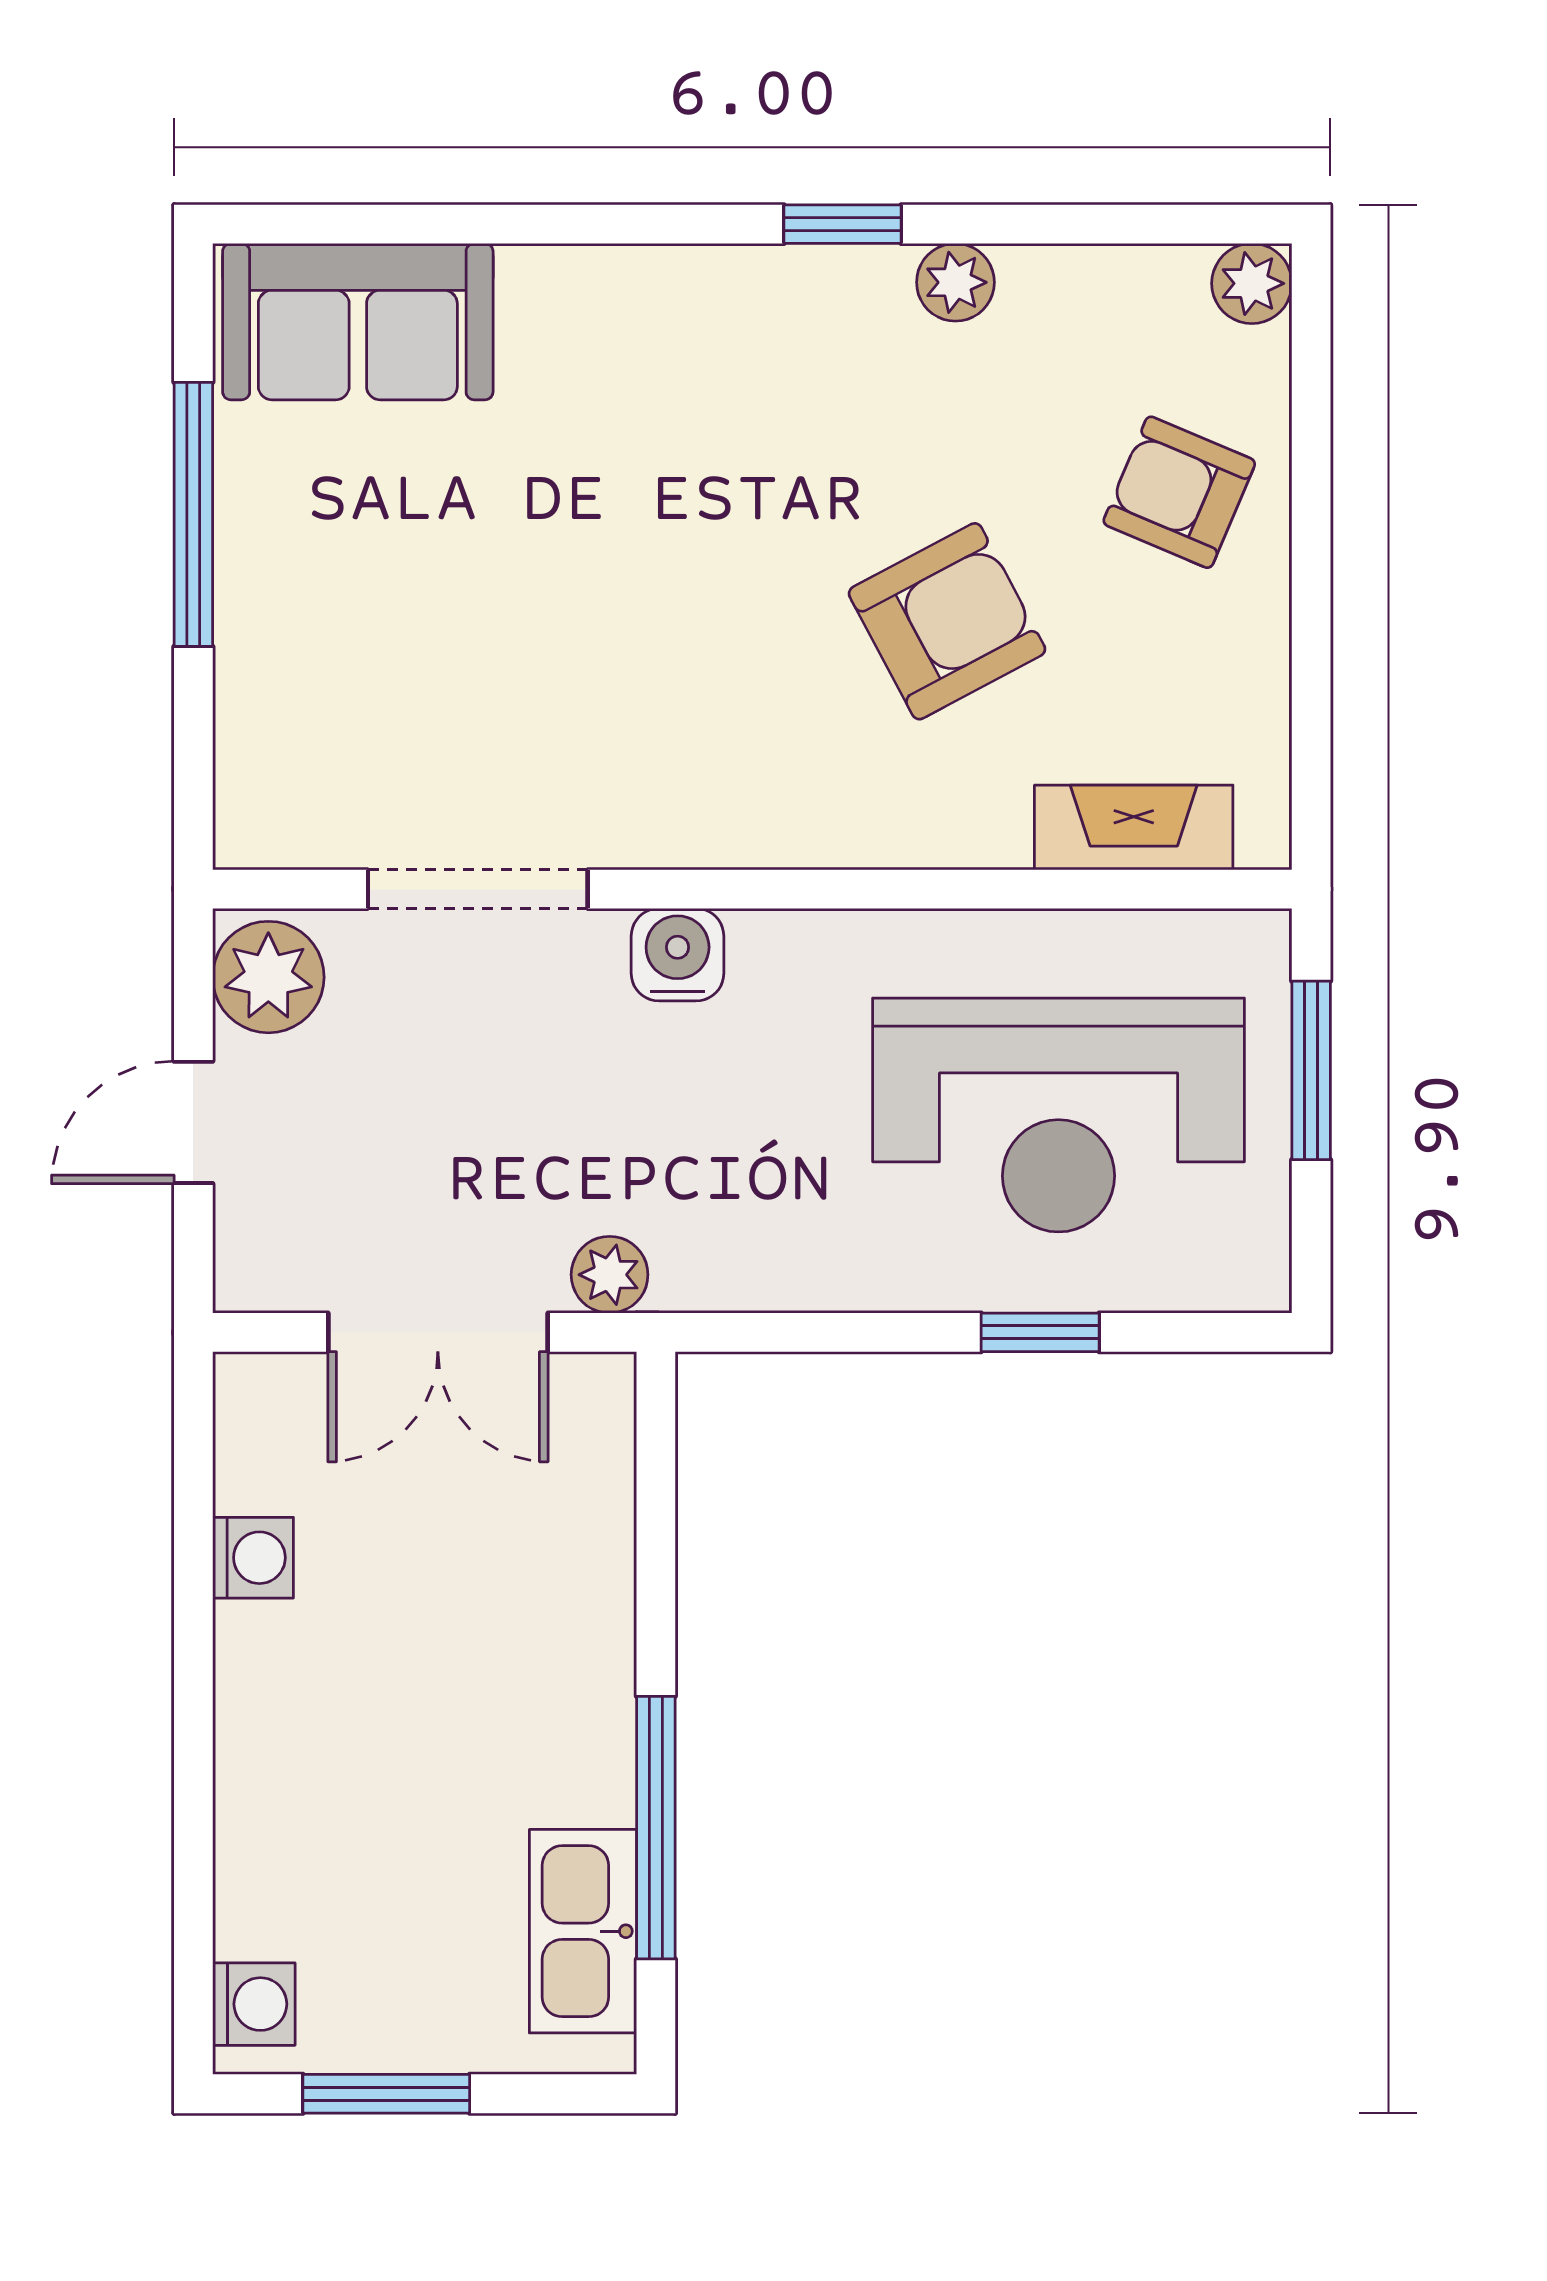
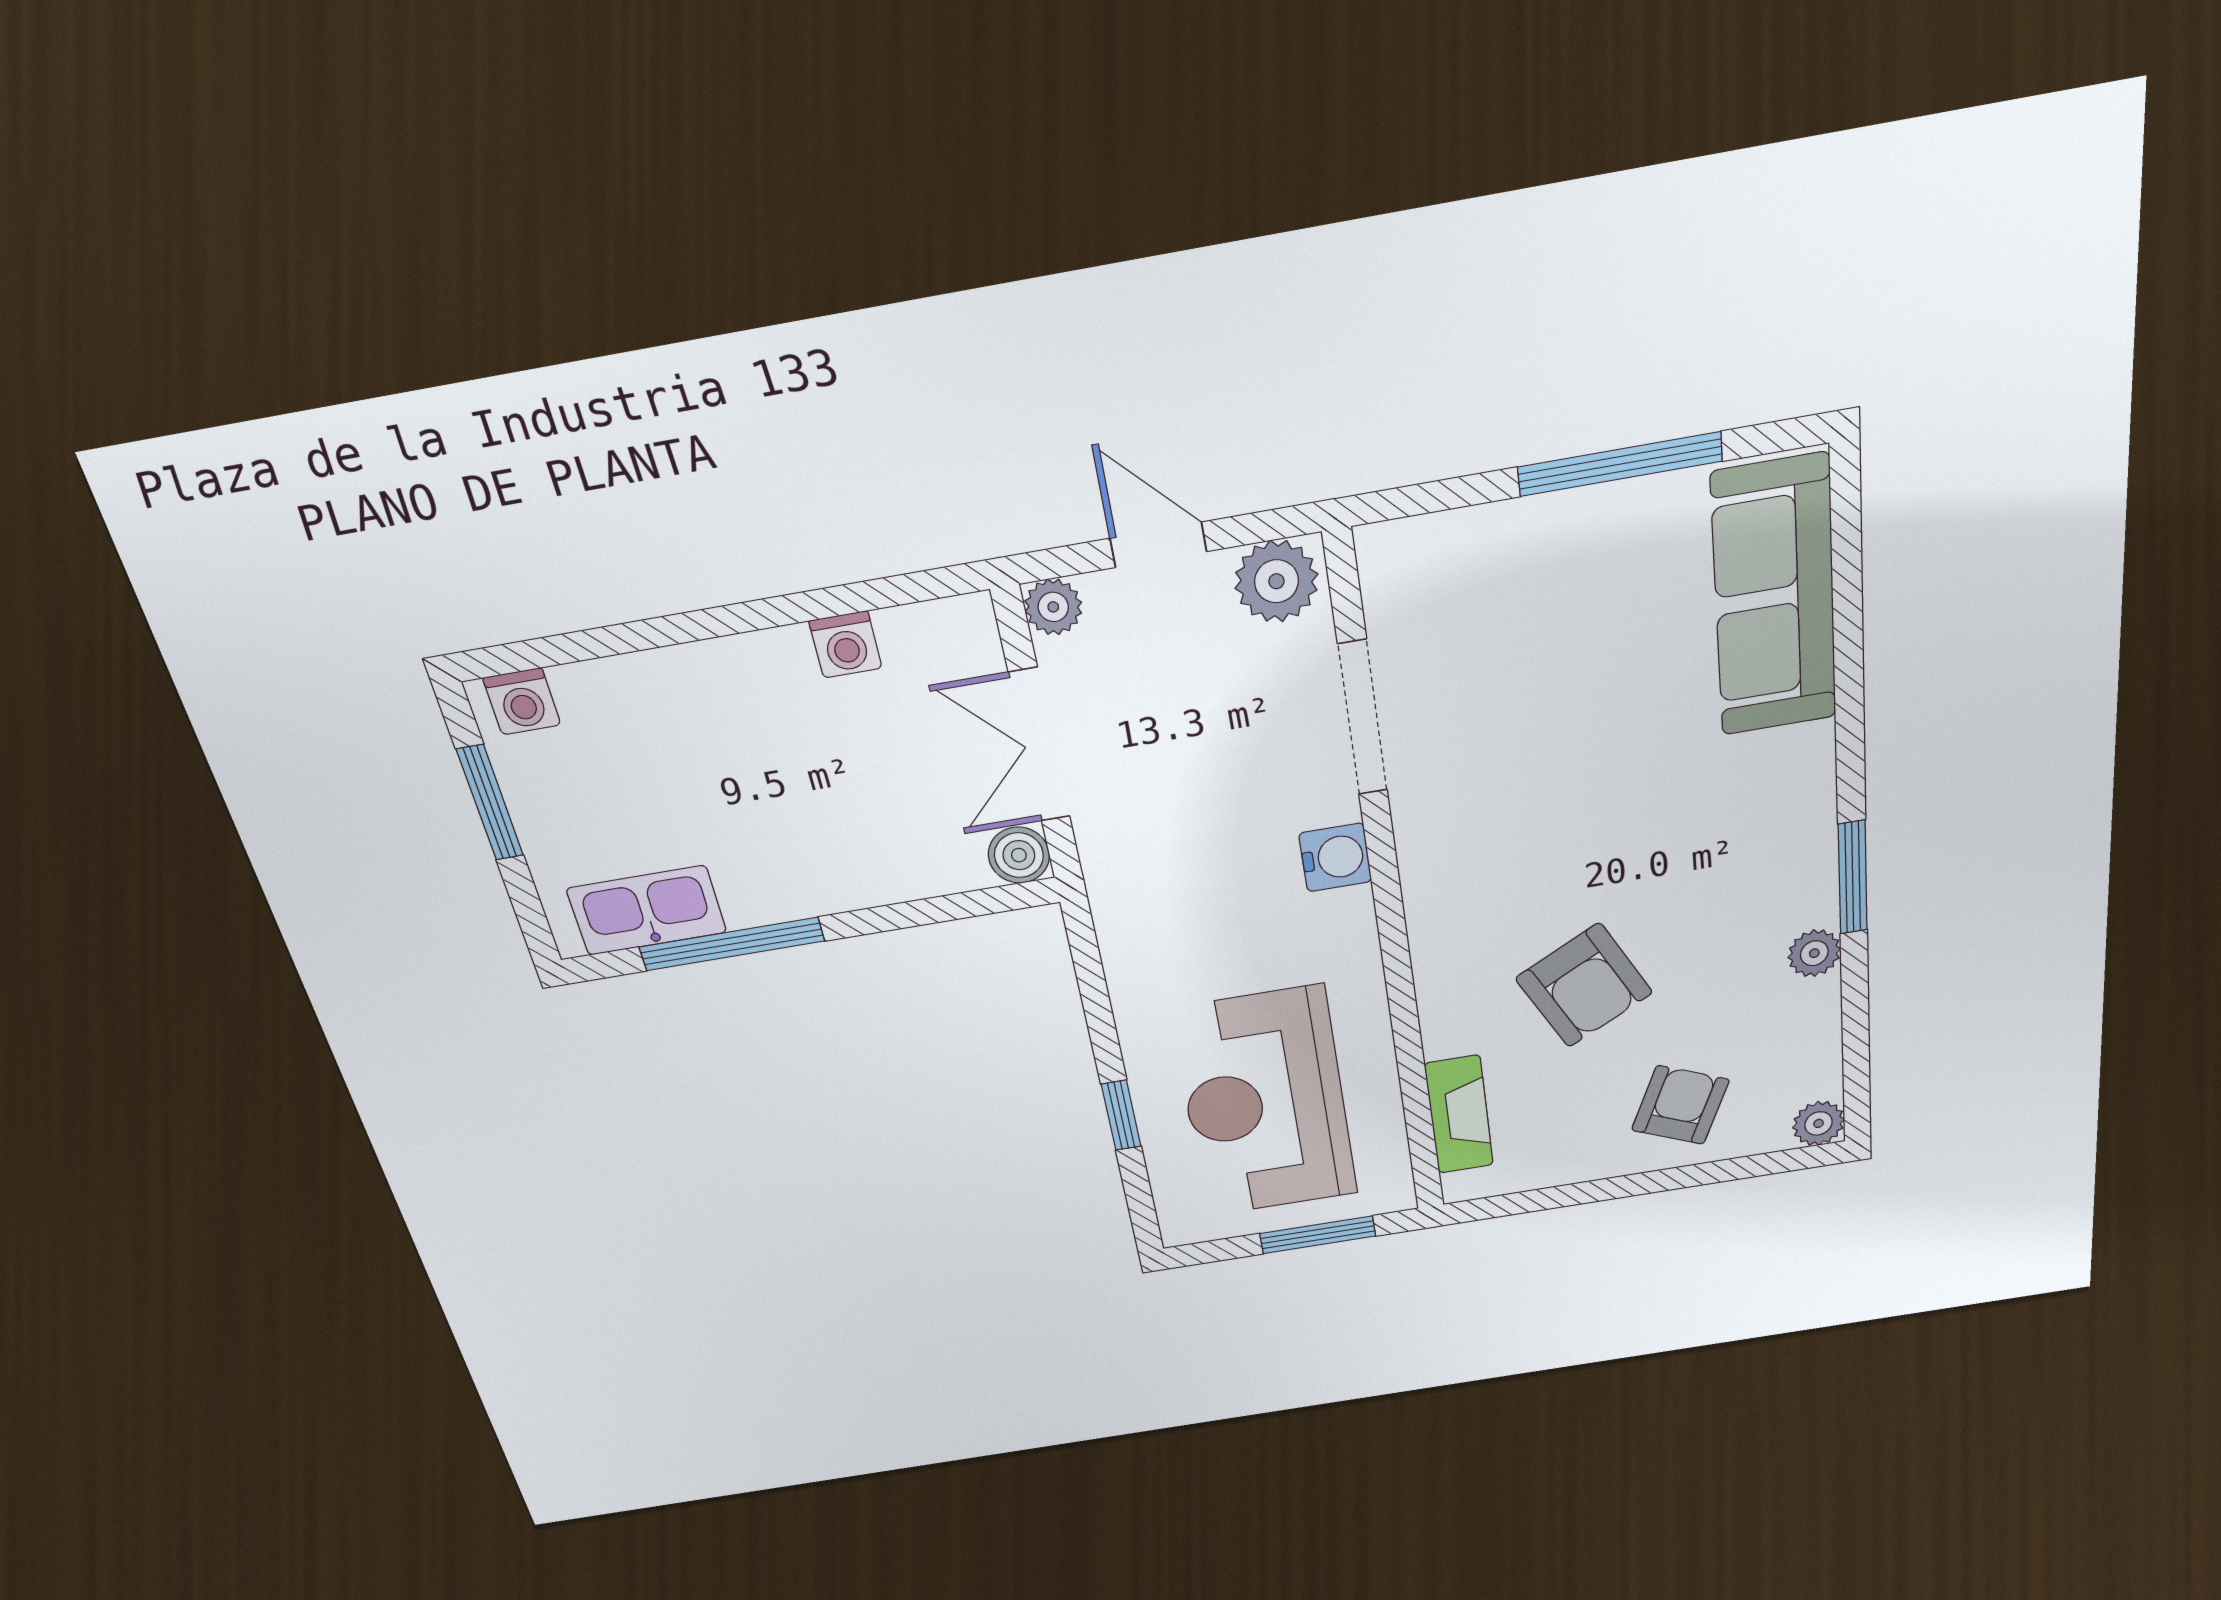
window: (842, 224) -> (1853, 877), width x1.50
sofa: (358, 322) -> (1774, 597), width x1.36
plant: (610, 1275) -> (1053, 607), moved
boiler: (594, 1395) -> (1019, 855), added

